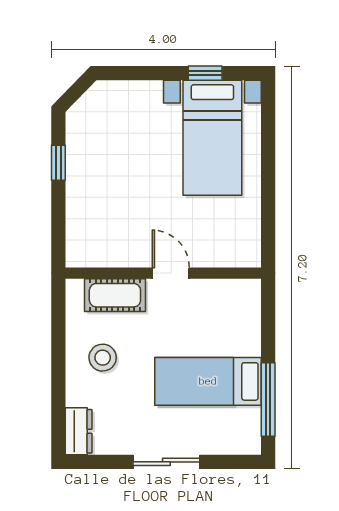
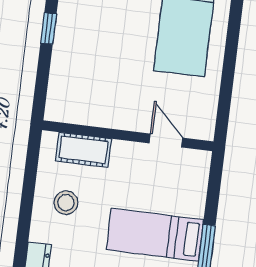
door: (171, 273) -> (166, 141), moved

